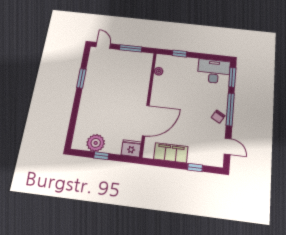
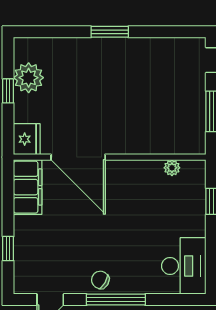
window: (232, 77) -> (176, 300), removed
window: (81, 78) -> (110, 32), moved
filing cabinet: (171, 153) -> (28, 187), moved

